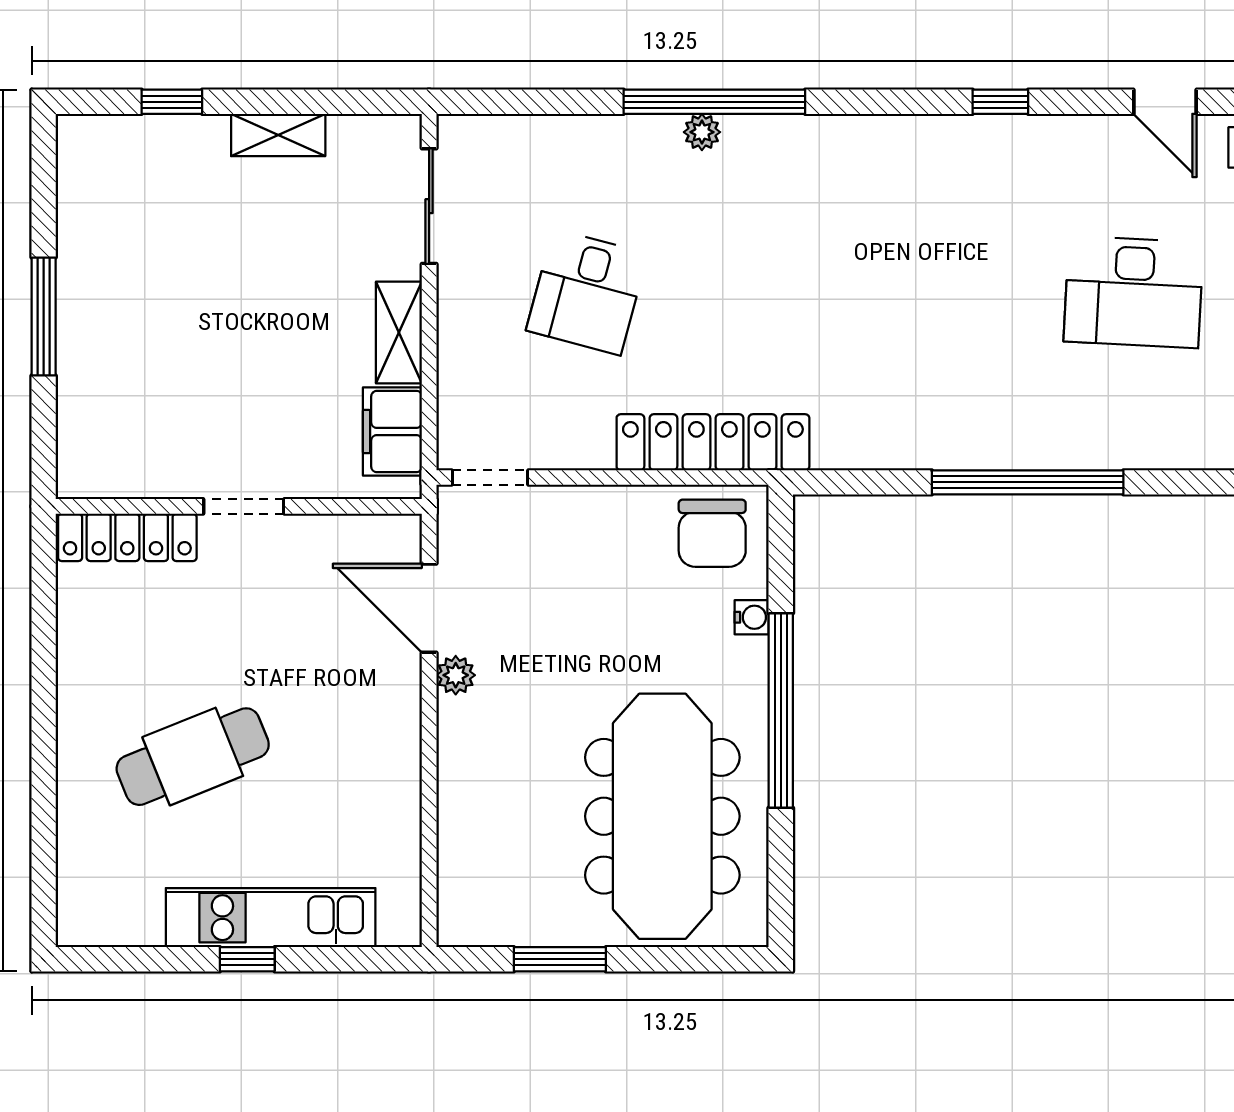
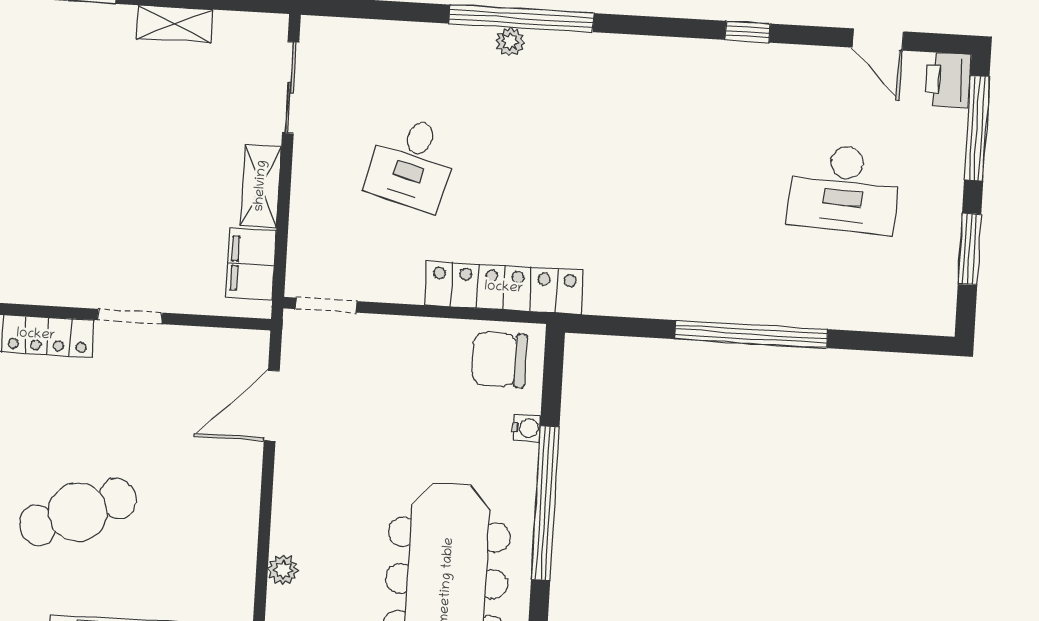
chair: (712, 533) -> (499, 360), turned 90
door: (429, 608) -> (272, 406), hinge flipped
plant: (456, 675) -> (283, 570), moved

